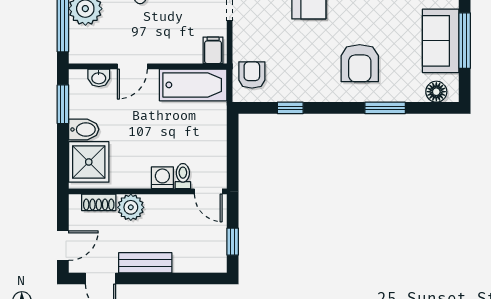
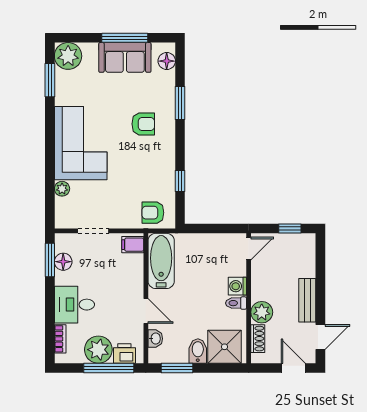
printer: (81, 40) -> (124, 354), added
armchair: (360, 63) -> (143, 124), width x0.72, depth x0.72
toilet: (183, 176) -> (236, 303), moved

